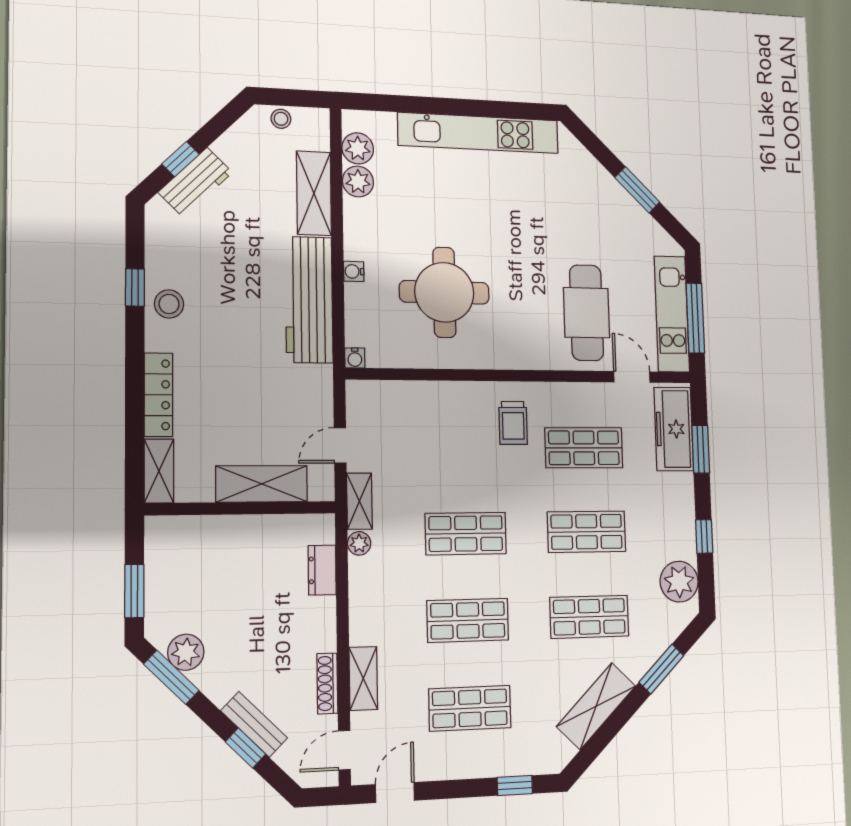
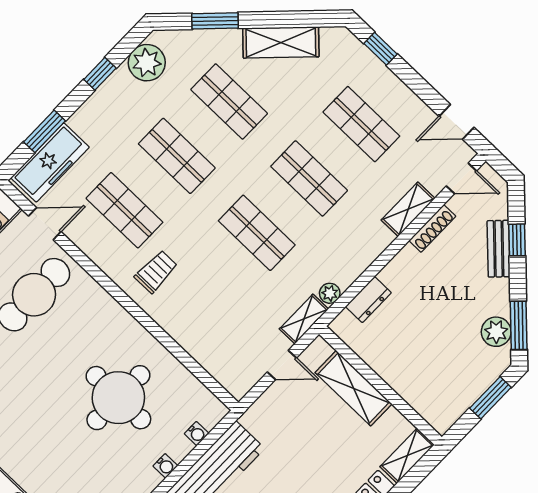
water cooler: (355, 358) -> (197, 434), moved, turned 90
door: (632, 377) -> (45, 224), swing flipped

